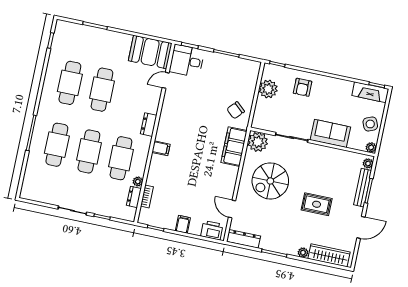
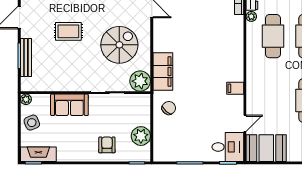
dresser: (149, 125) -> (252, 75), removed
filing cabinet: (161, 148) -> (235, 88), moved
plant: (368, 163) -> (26, 83), removed

